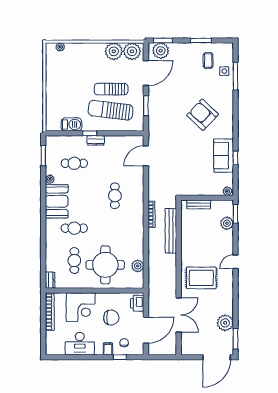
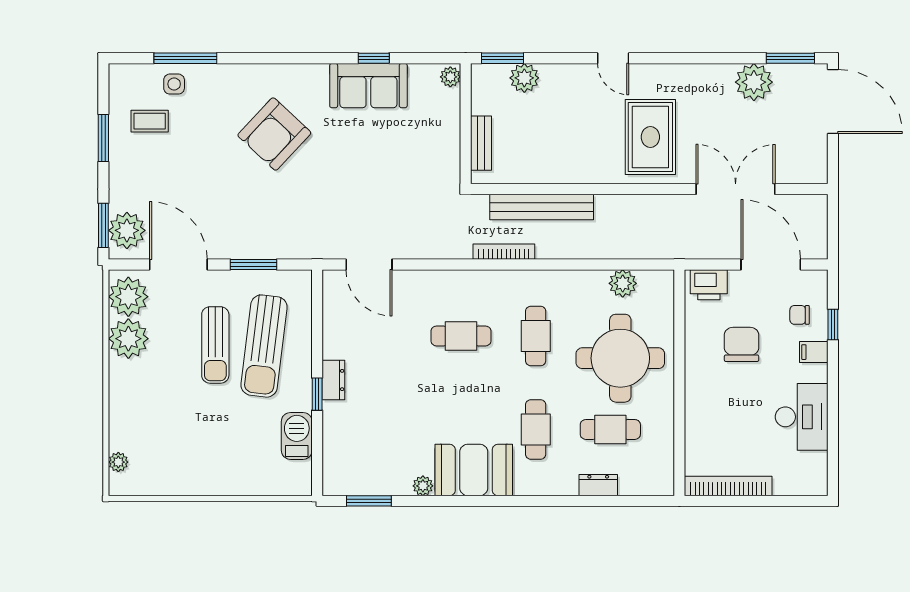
cafe table: (74, 163) -> (536, 336), moved
dresser: (50, 280) -> (598, 485), moved
corner desk: (81, 307) -> (718, 415), removed

